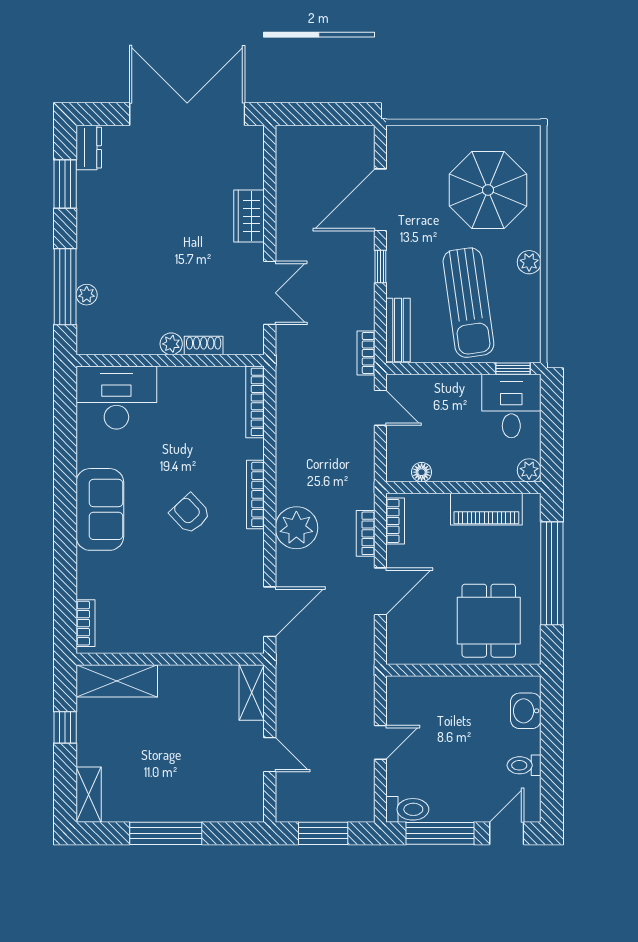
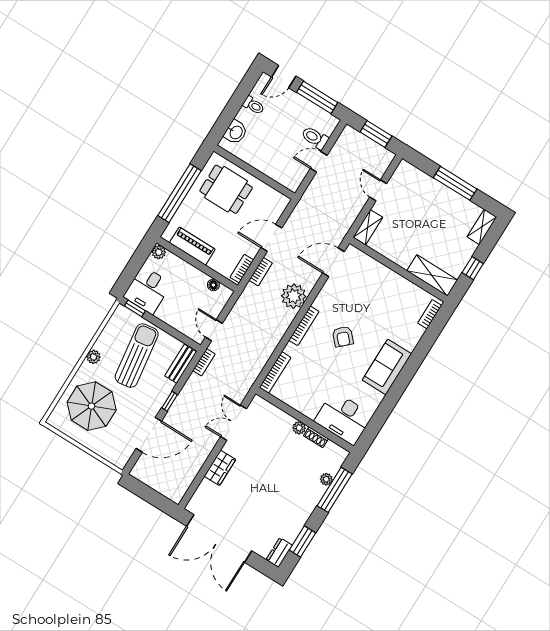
shoe rack: (204, 346) -> (316, 437), moved
dining table: (489, 621) -> (226, 189), turned 90
toilet: (407, 809) -> (315, 138), moved

